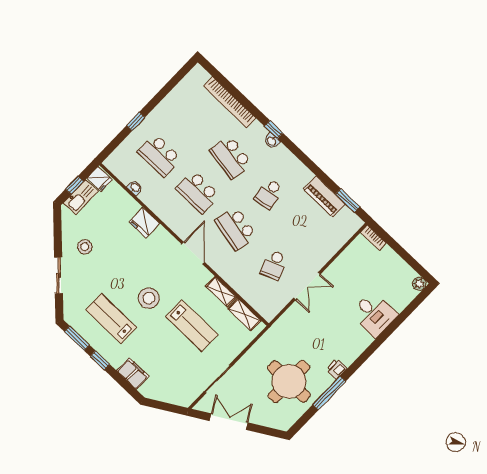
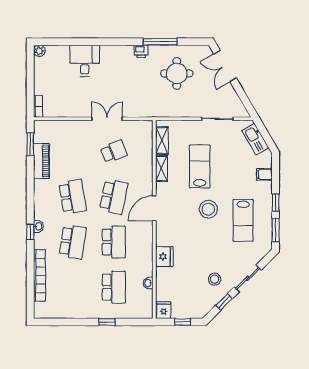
school desk: (269, 194) -> (73, 197), width x1.85
kitchen sink: (81, 197) -> (255, 139), moved, turned -120
window: (58, 237) -> (224, 302), added
filing cabinet: (133, 374) -> (264, 174), width x0.50
round table: (289, 381) -> (177, 73), width x0.73, depth x0.73
double door: (229, 422) -> (225, 66), moved

